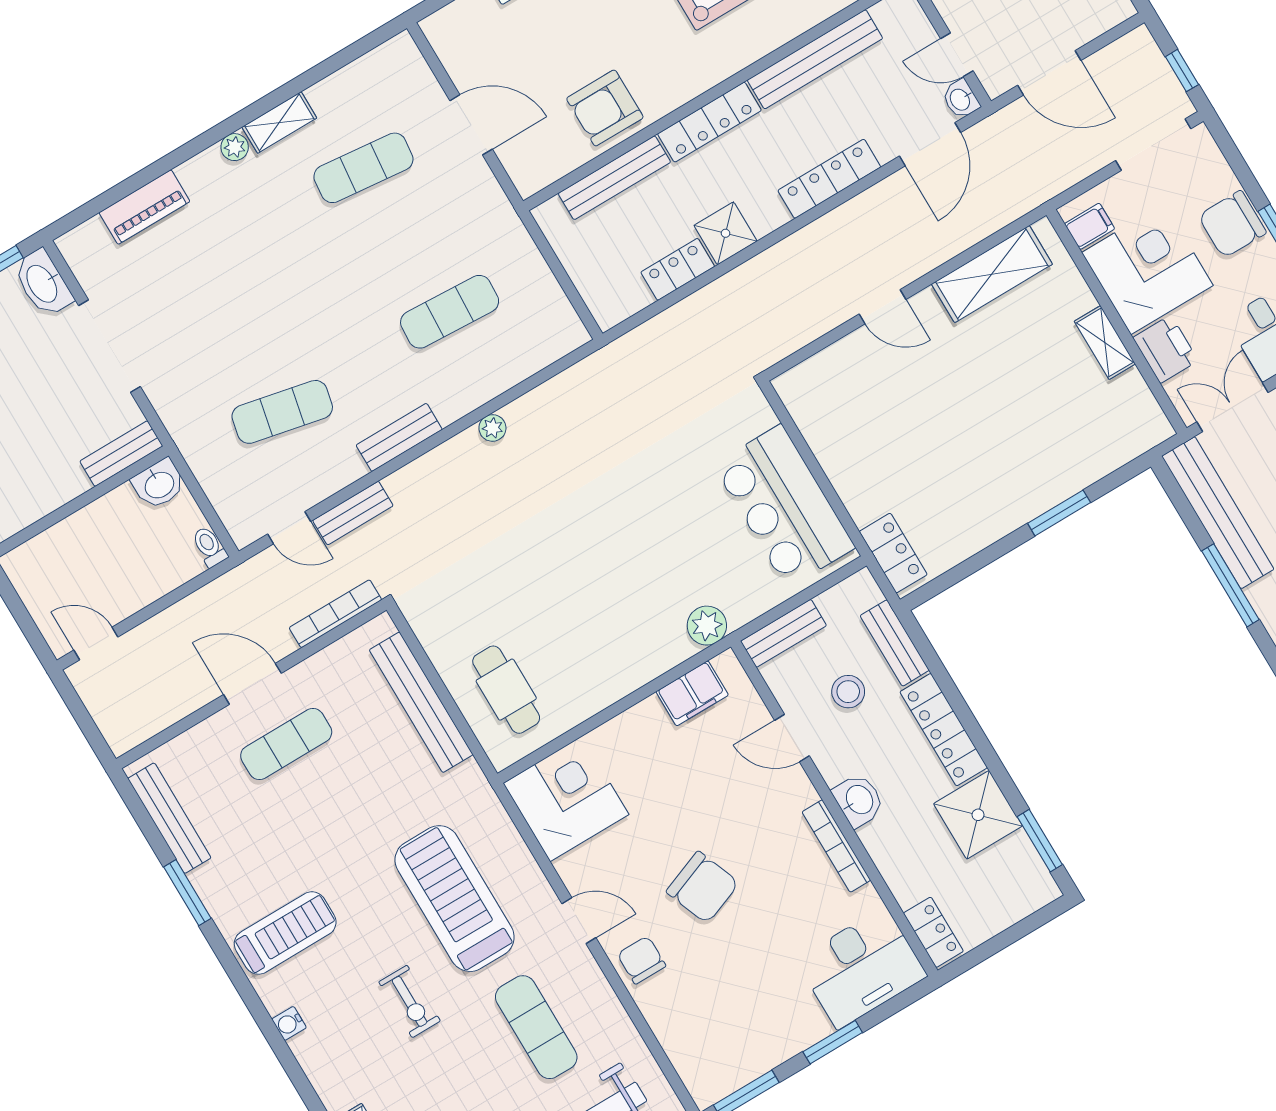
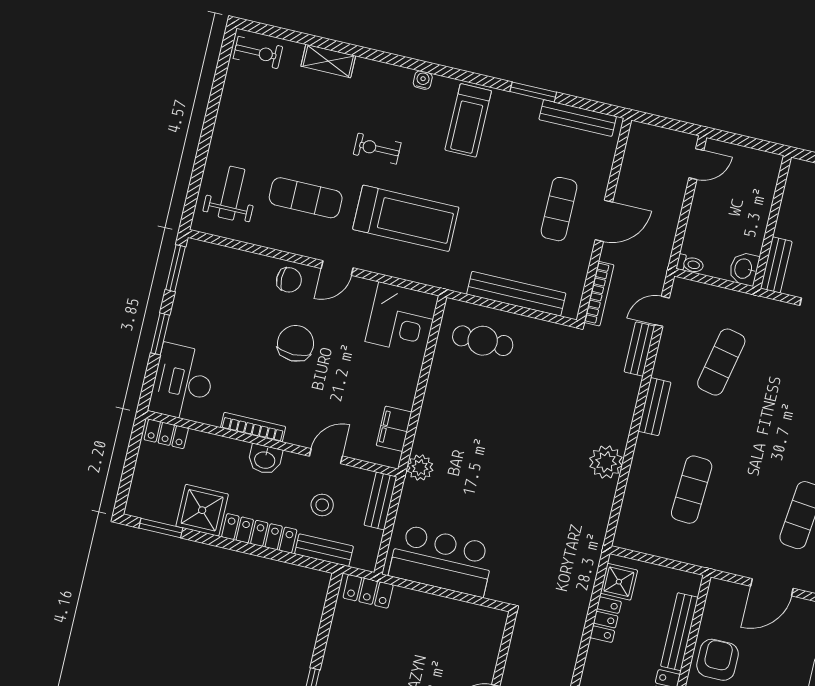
shower: (725, 233) -> (619, 582), moved
plant: (492, 428) -> (606, 462), width x1.88, depth x1.88
chair: (703, 887) -> (296, 343), turned 111

